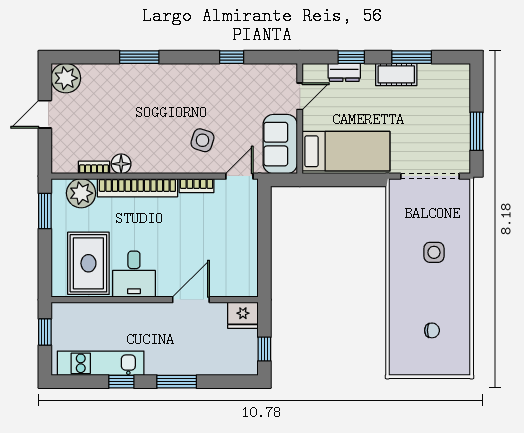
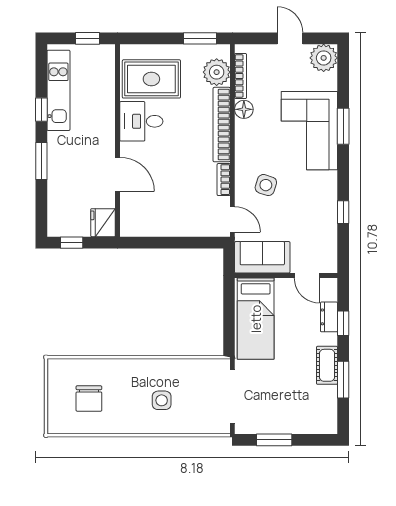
corner sofa: (144, 93) -> (309, 131), added
bookcase: (94, 167) -> (241, 76), width x1.56
chair: (432, 330) -> (89, 398), width x1.87, depth x1.87

